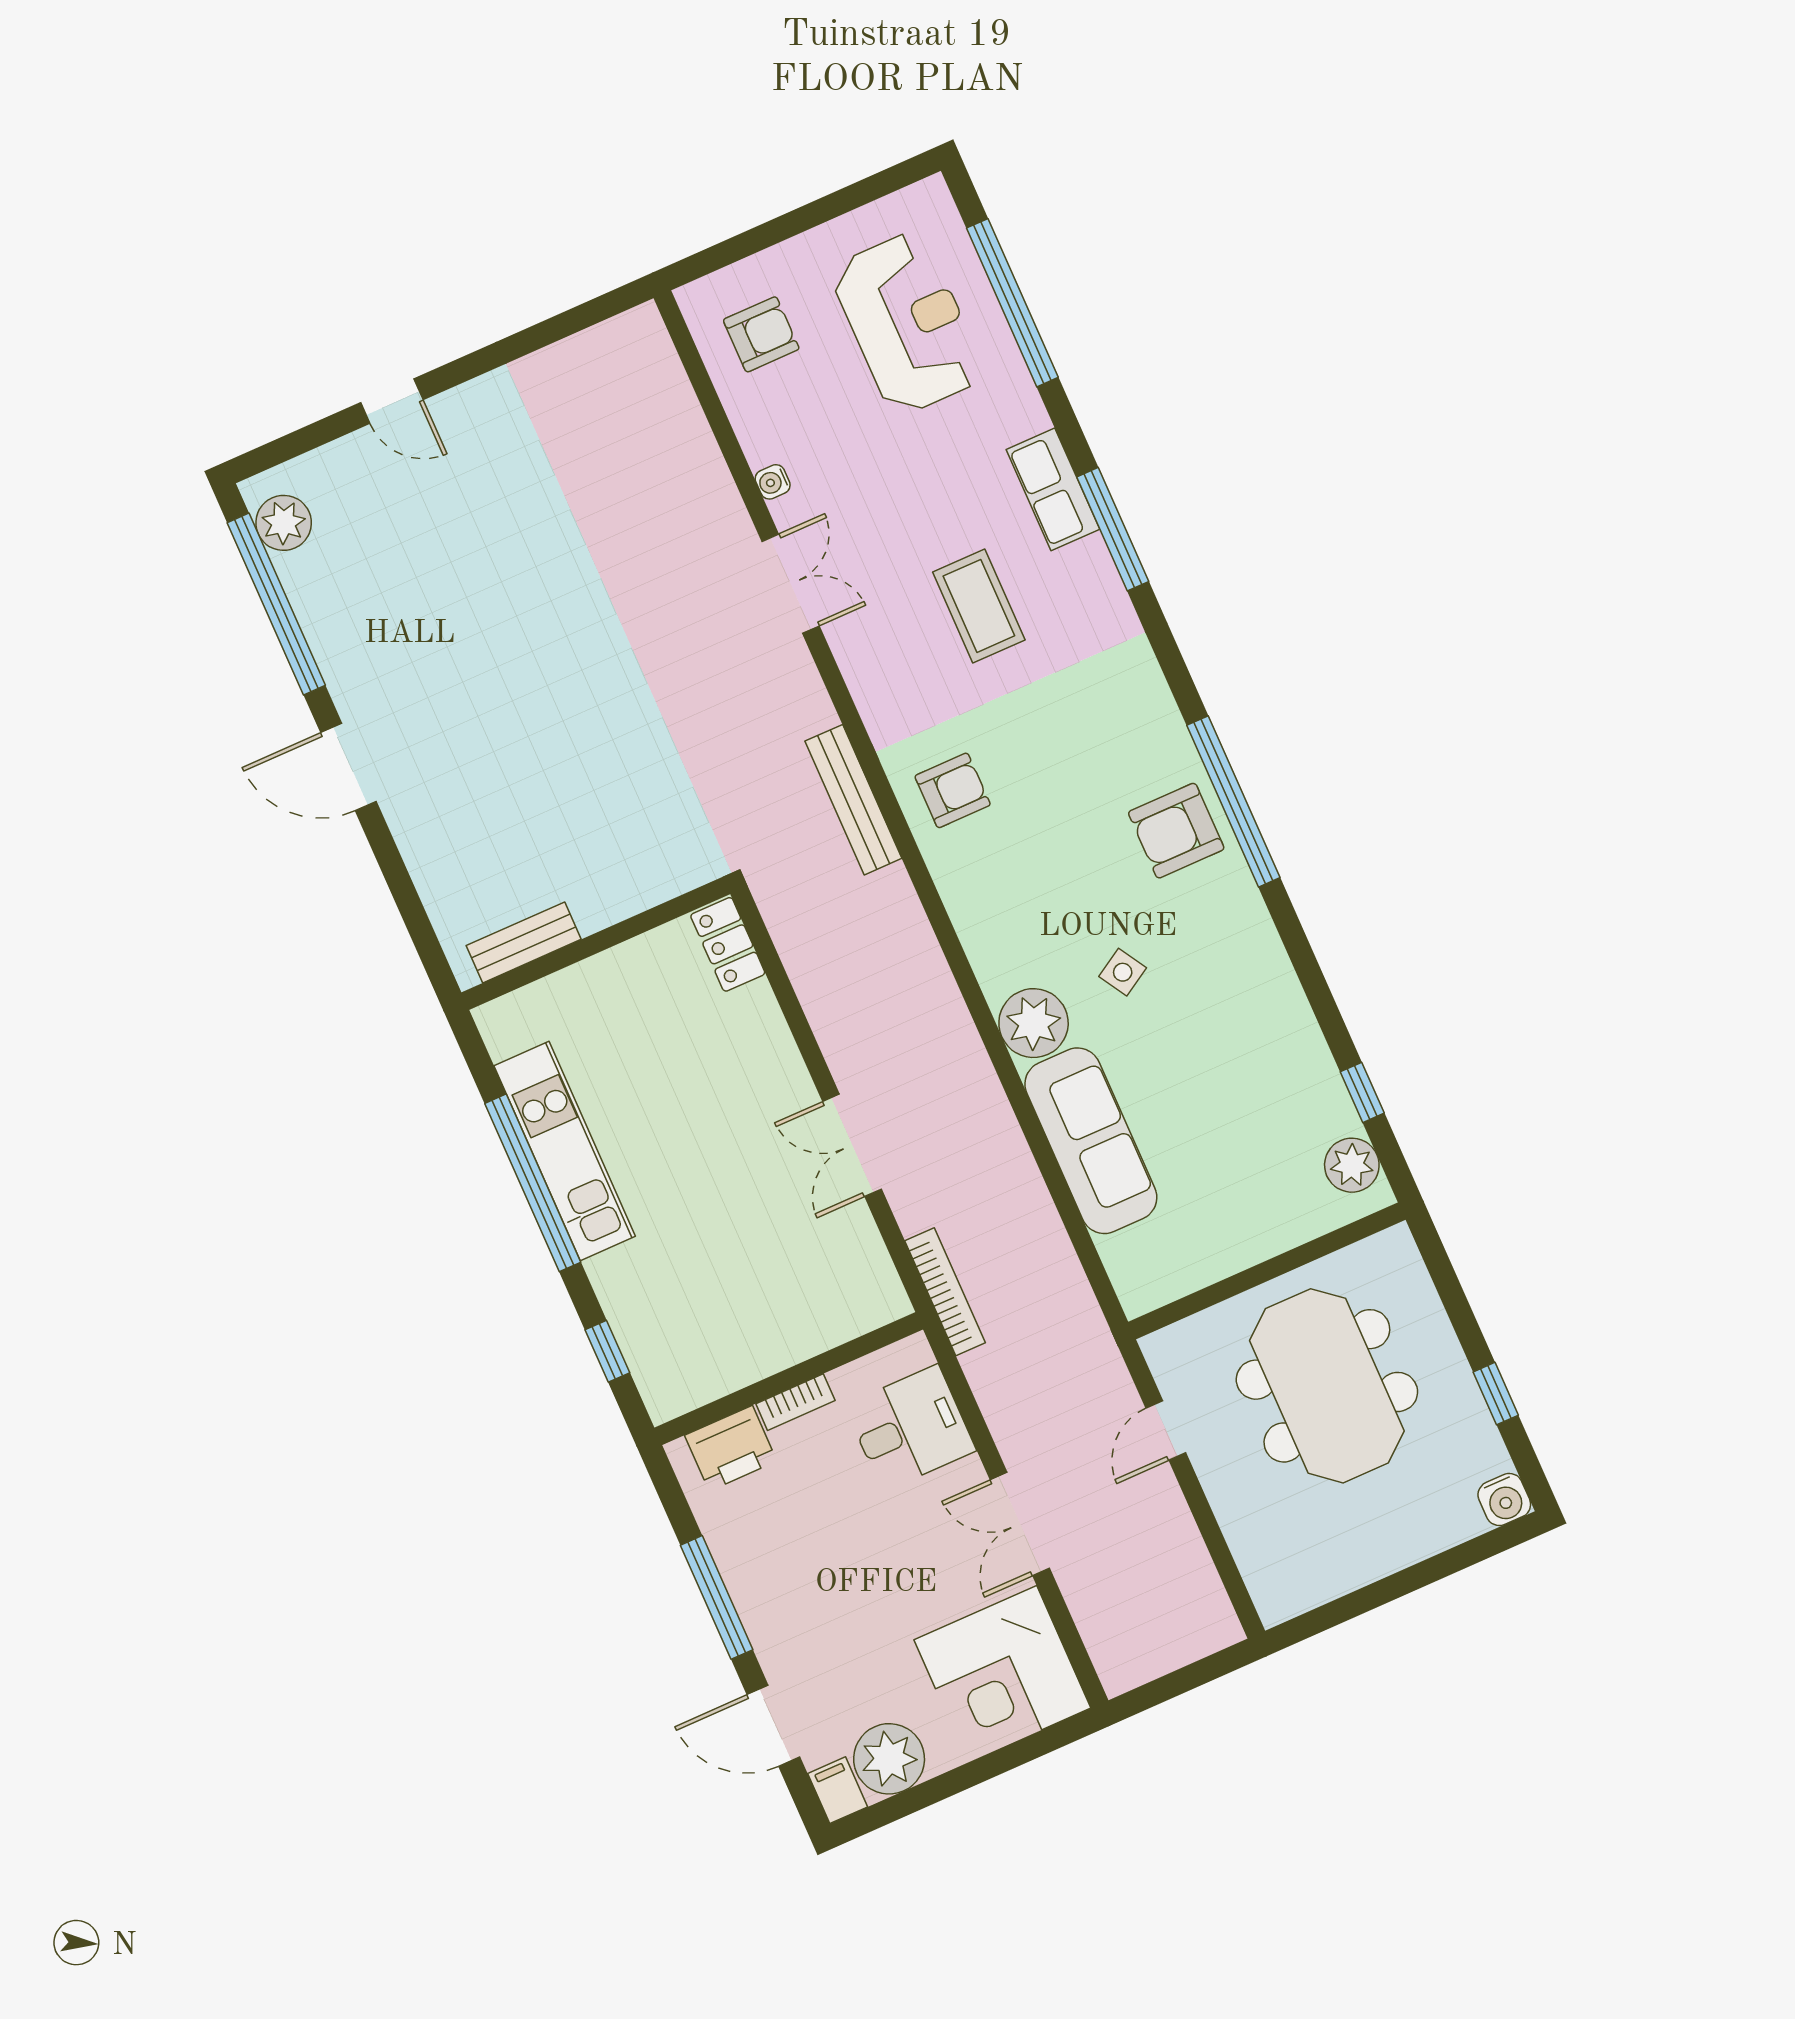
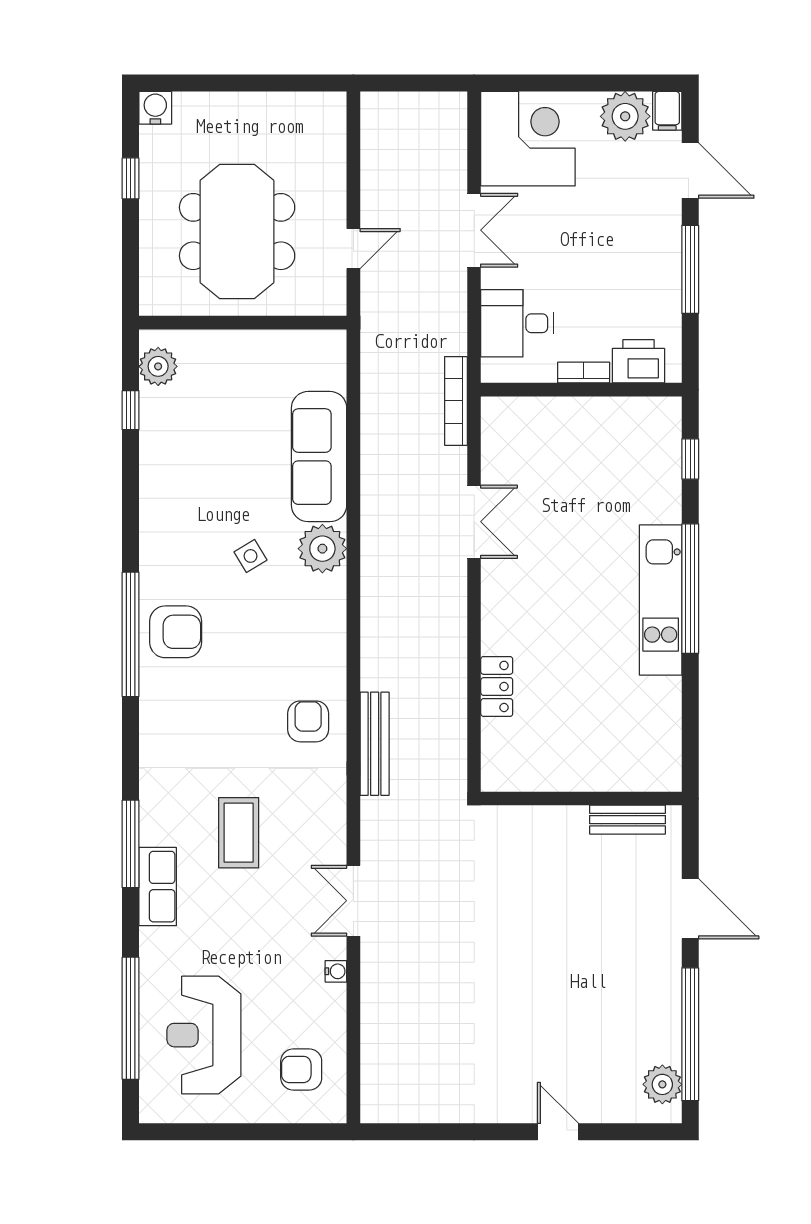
armchair: (953, 790) -> (308, 721), turned 90
bench: (524, 942) -> (627, 820), moved
wall: (596, 943) -> (581, 798), moved

